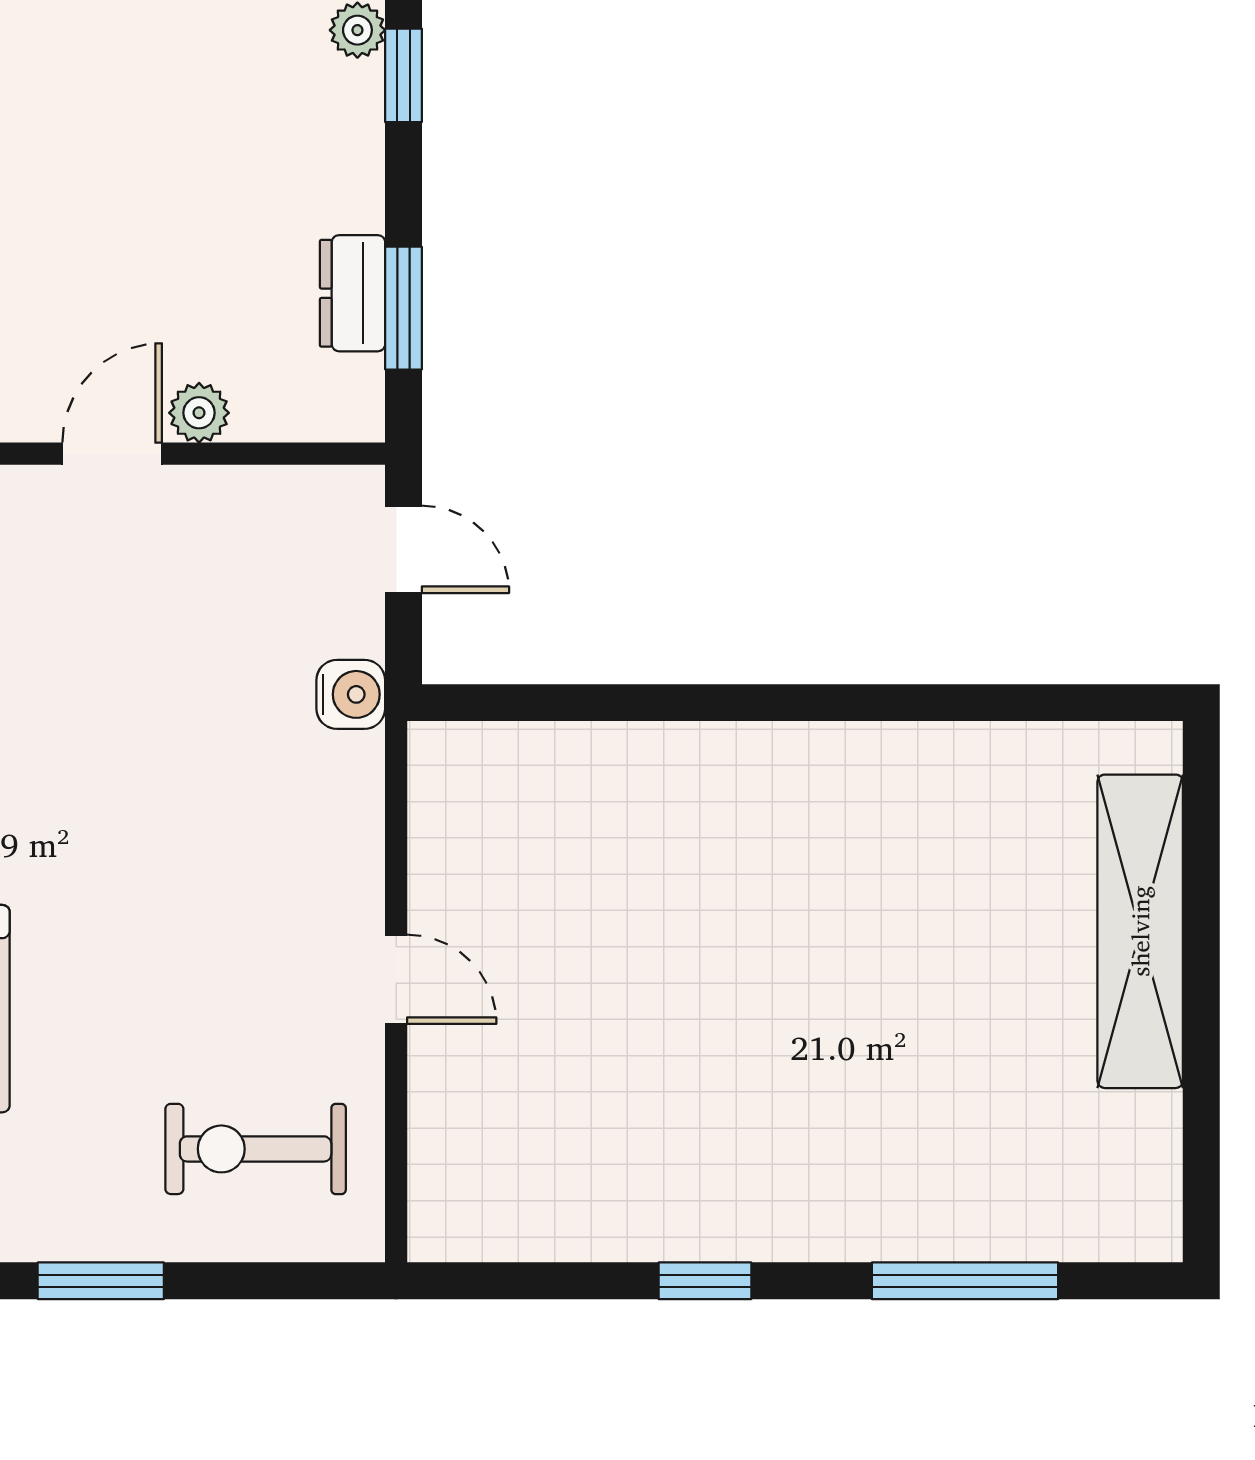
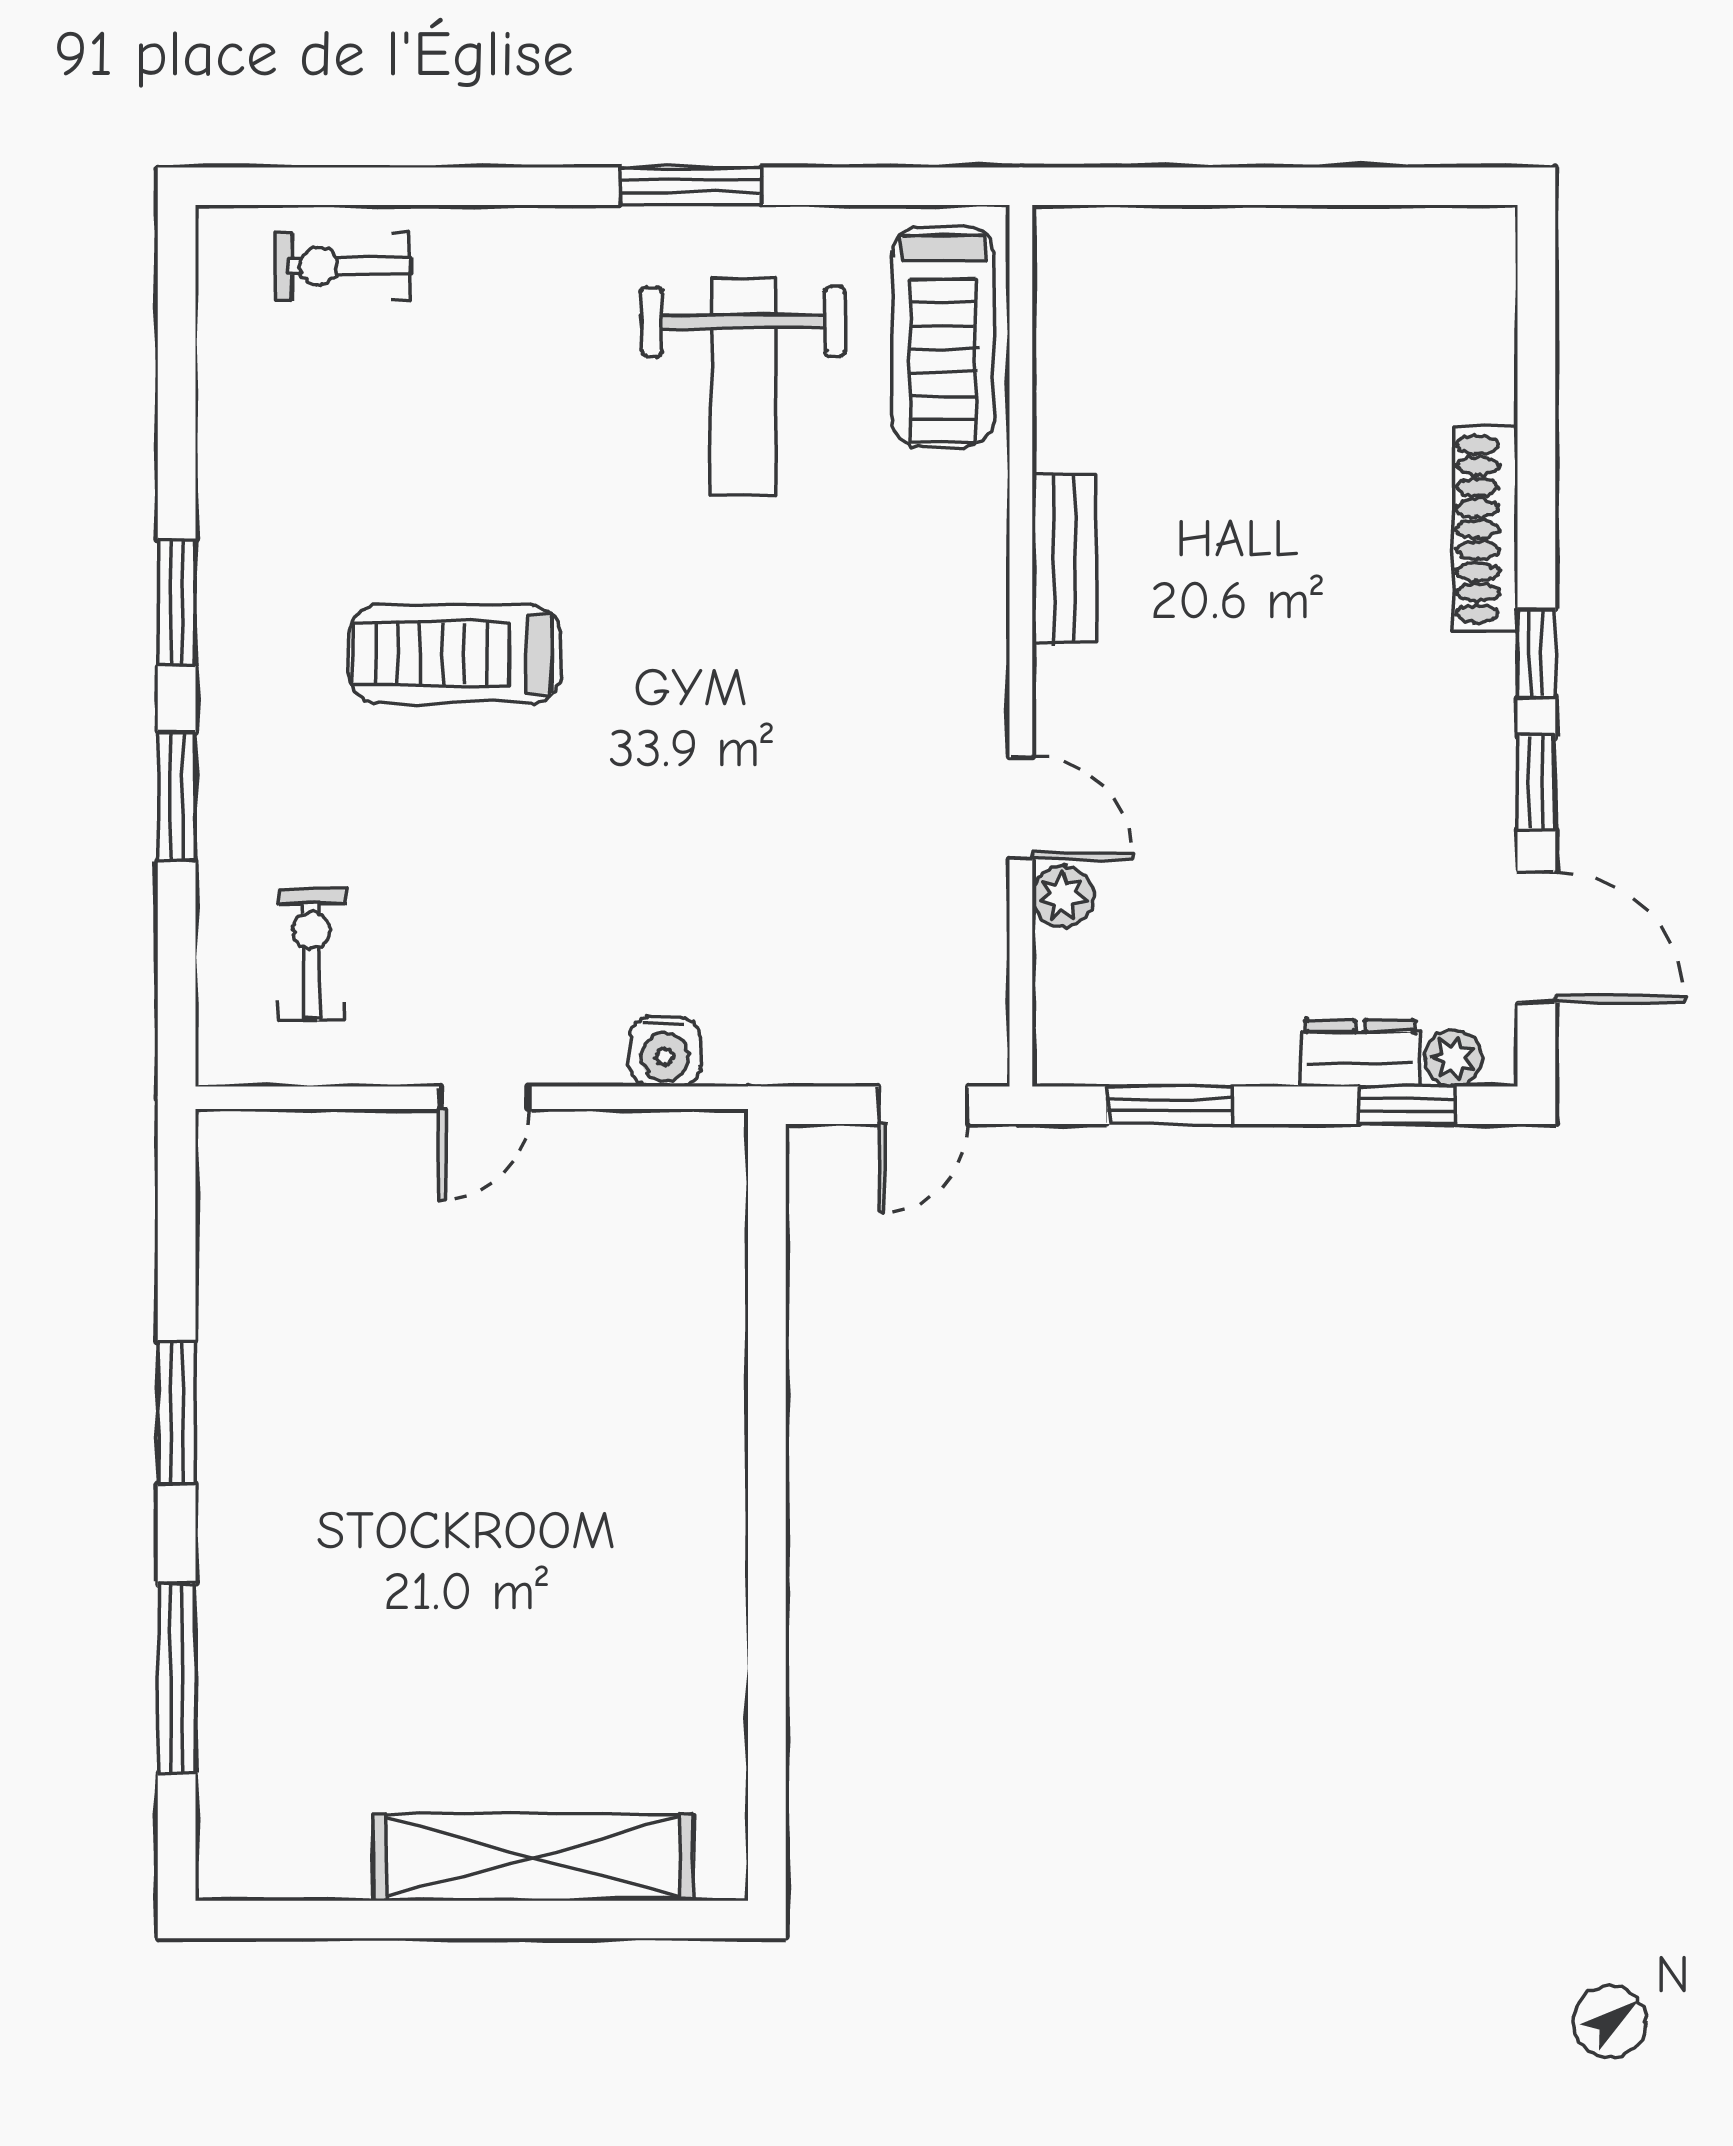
dresser: (353, 293) -> (1360, 1053), moved
water cooler: (351, 694) -> (665, 1051), moved
exercise bike: (256, 1149) -> (311, 954), width x0.73, depth x0.72
window: (705, 1281) -> (177, 1413), width x1.50

